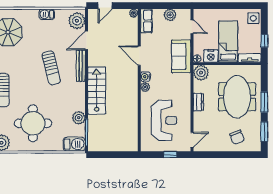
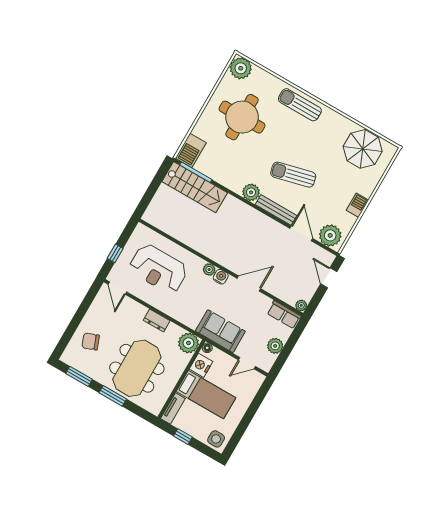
stairs: (97, 90) -> (195, 187), moved
meeting table: (237, 97) -> (137, 368), turned 90
plant: (79, 118) -> (251, 192), moved

